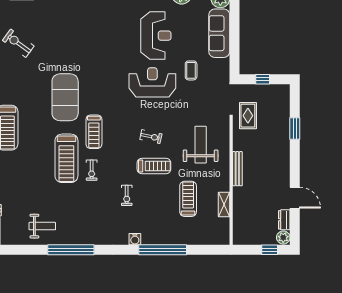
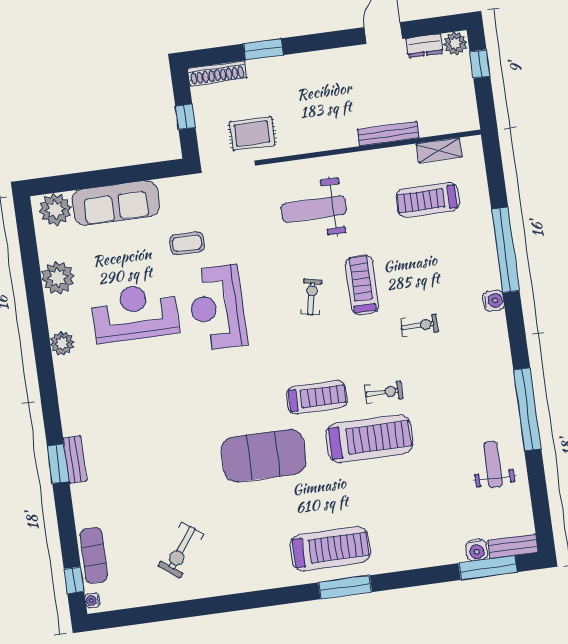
shoe rack: (285, 101) -> (217, 73), added
bench: (237, 169) -> (388, 134), moved
treadmill: (188, 199) -> (428, 200), moved
shelving: (224, 205) -> (439, 150), moved

